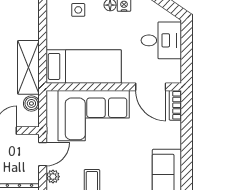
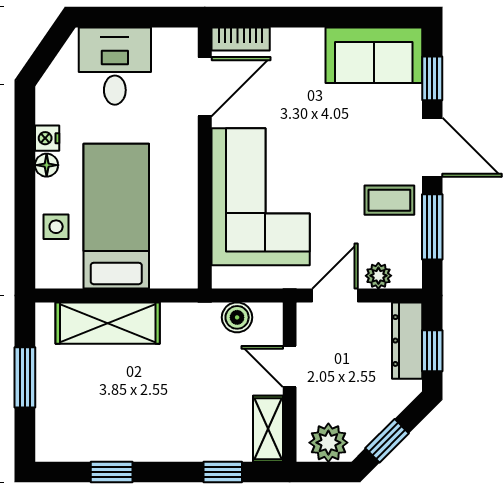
bed: (84, 66) -> (116, 216), moved
shelving: (28, 67) -> (108, 323), moved
door: (43, 154) -> (335, 295), hinge flipped

